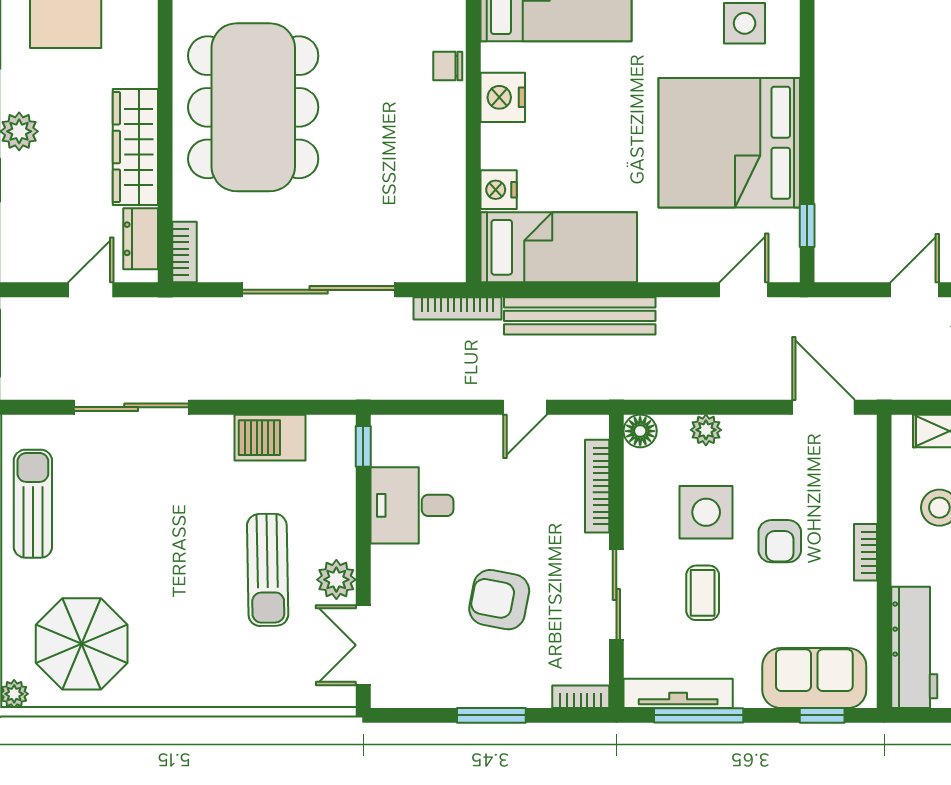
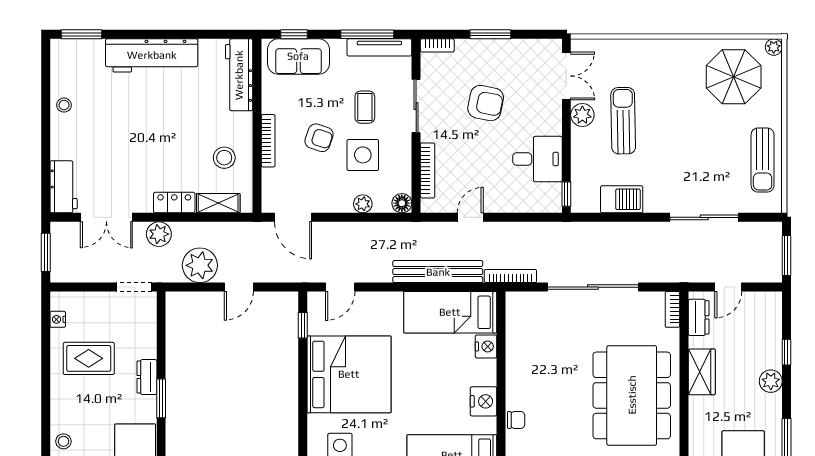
wardrobe: (135, 147) -> (702, 372), width x0.67
armchair: (780, 541) -> (319, 138), turned 108
bookcase: (865, 552) -> (268, 141), width x1.56

